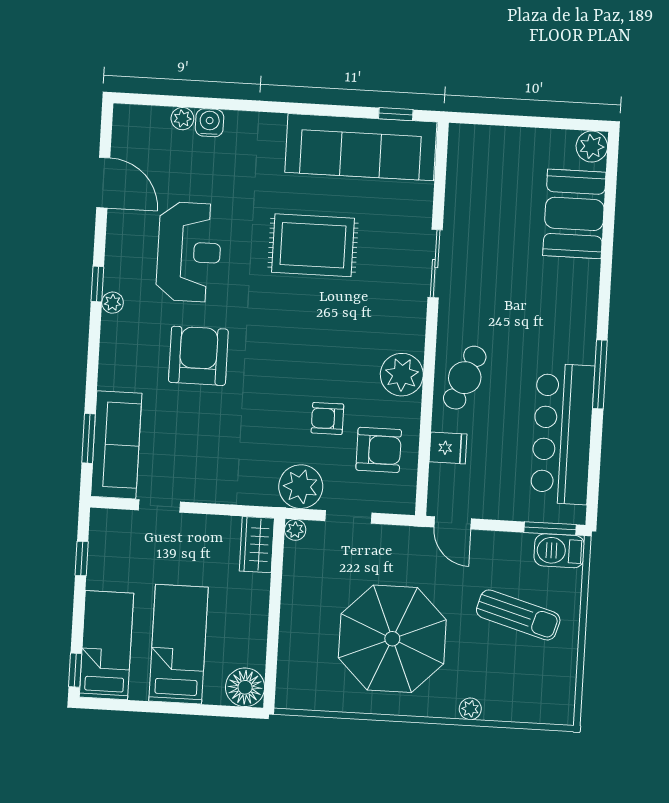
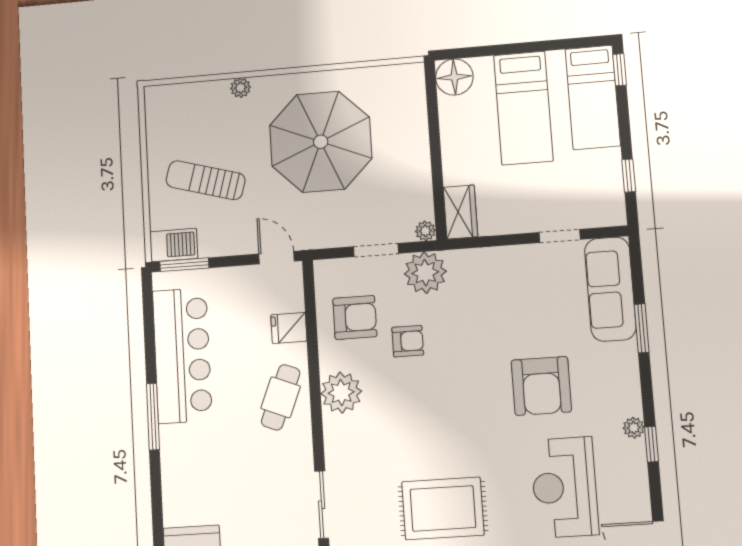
window: (89, 438) -> (642, 328), moved
armchair: (379, 450) -> (355, 317), turned 180

